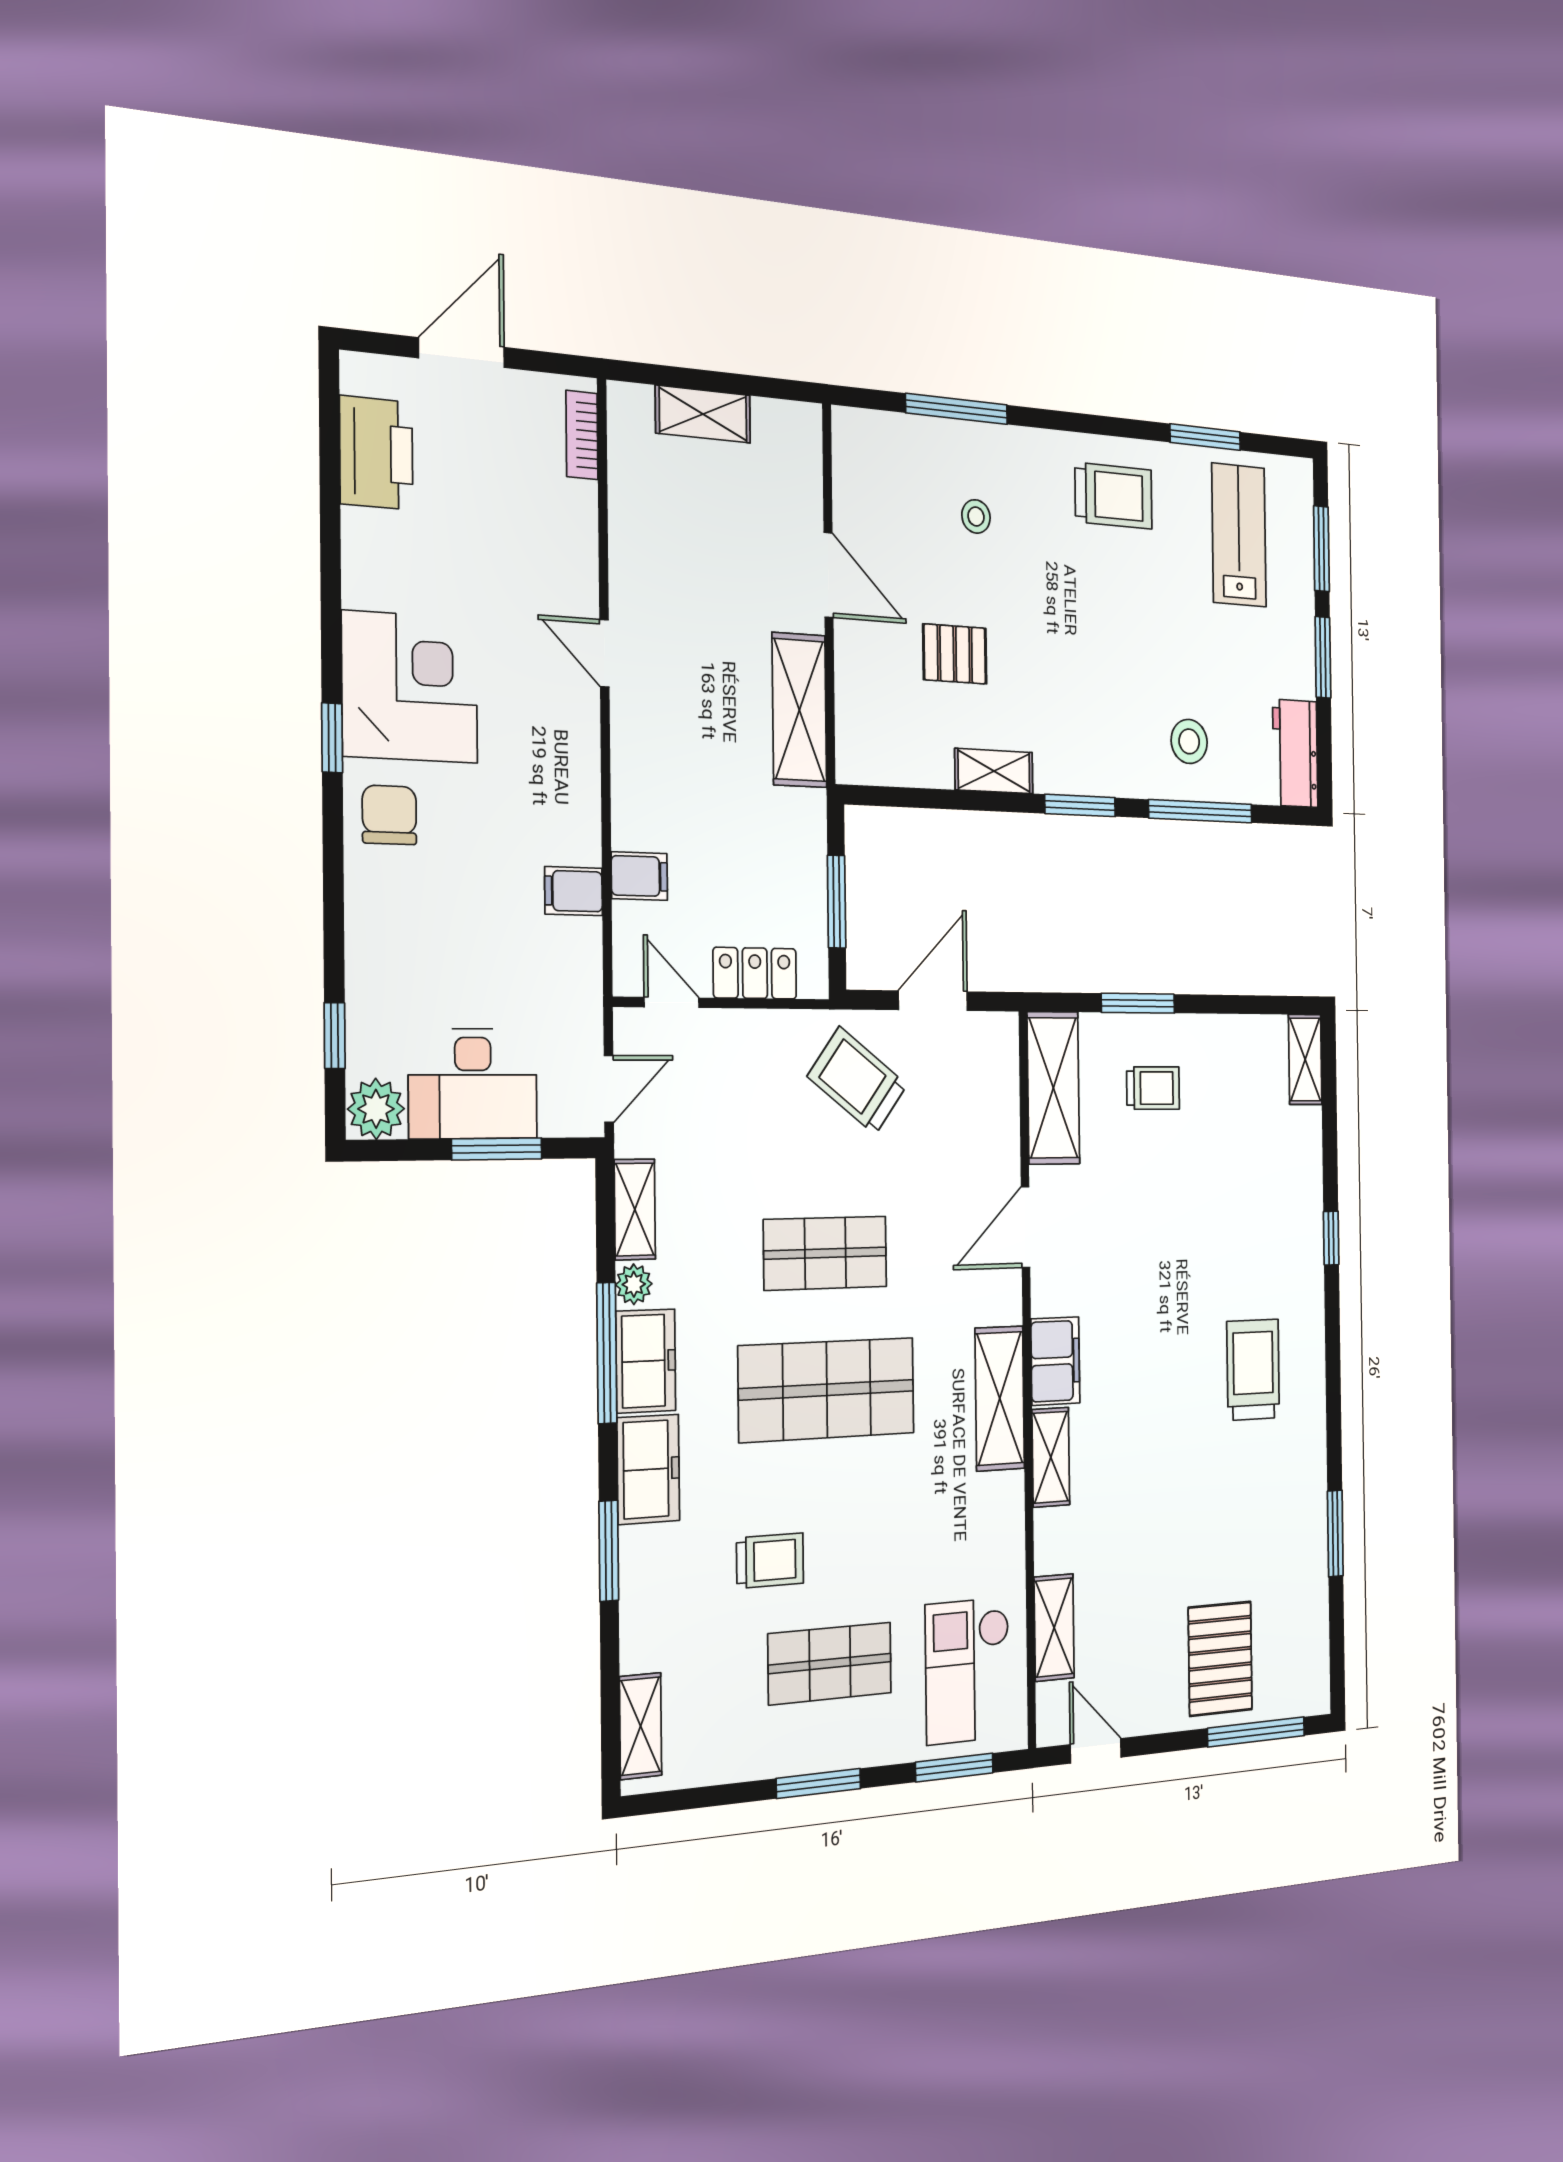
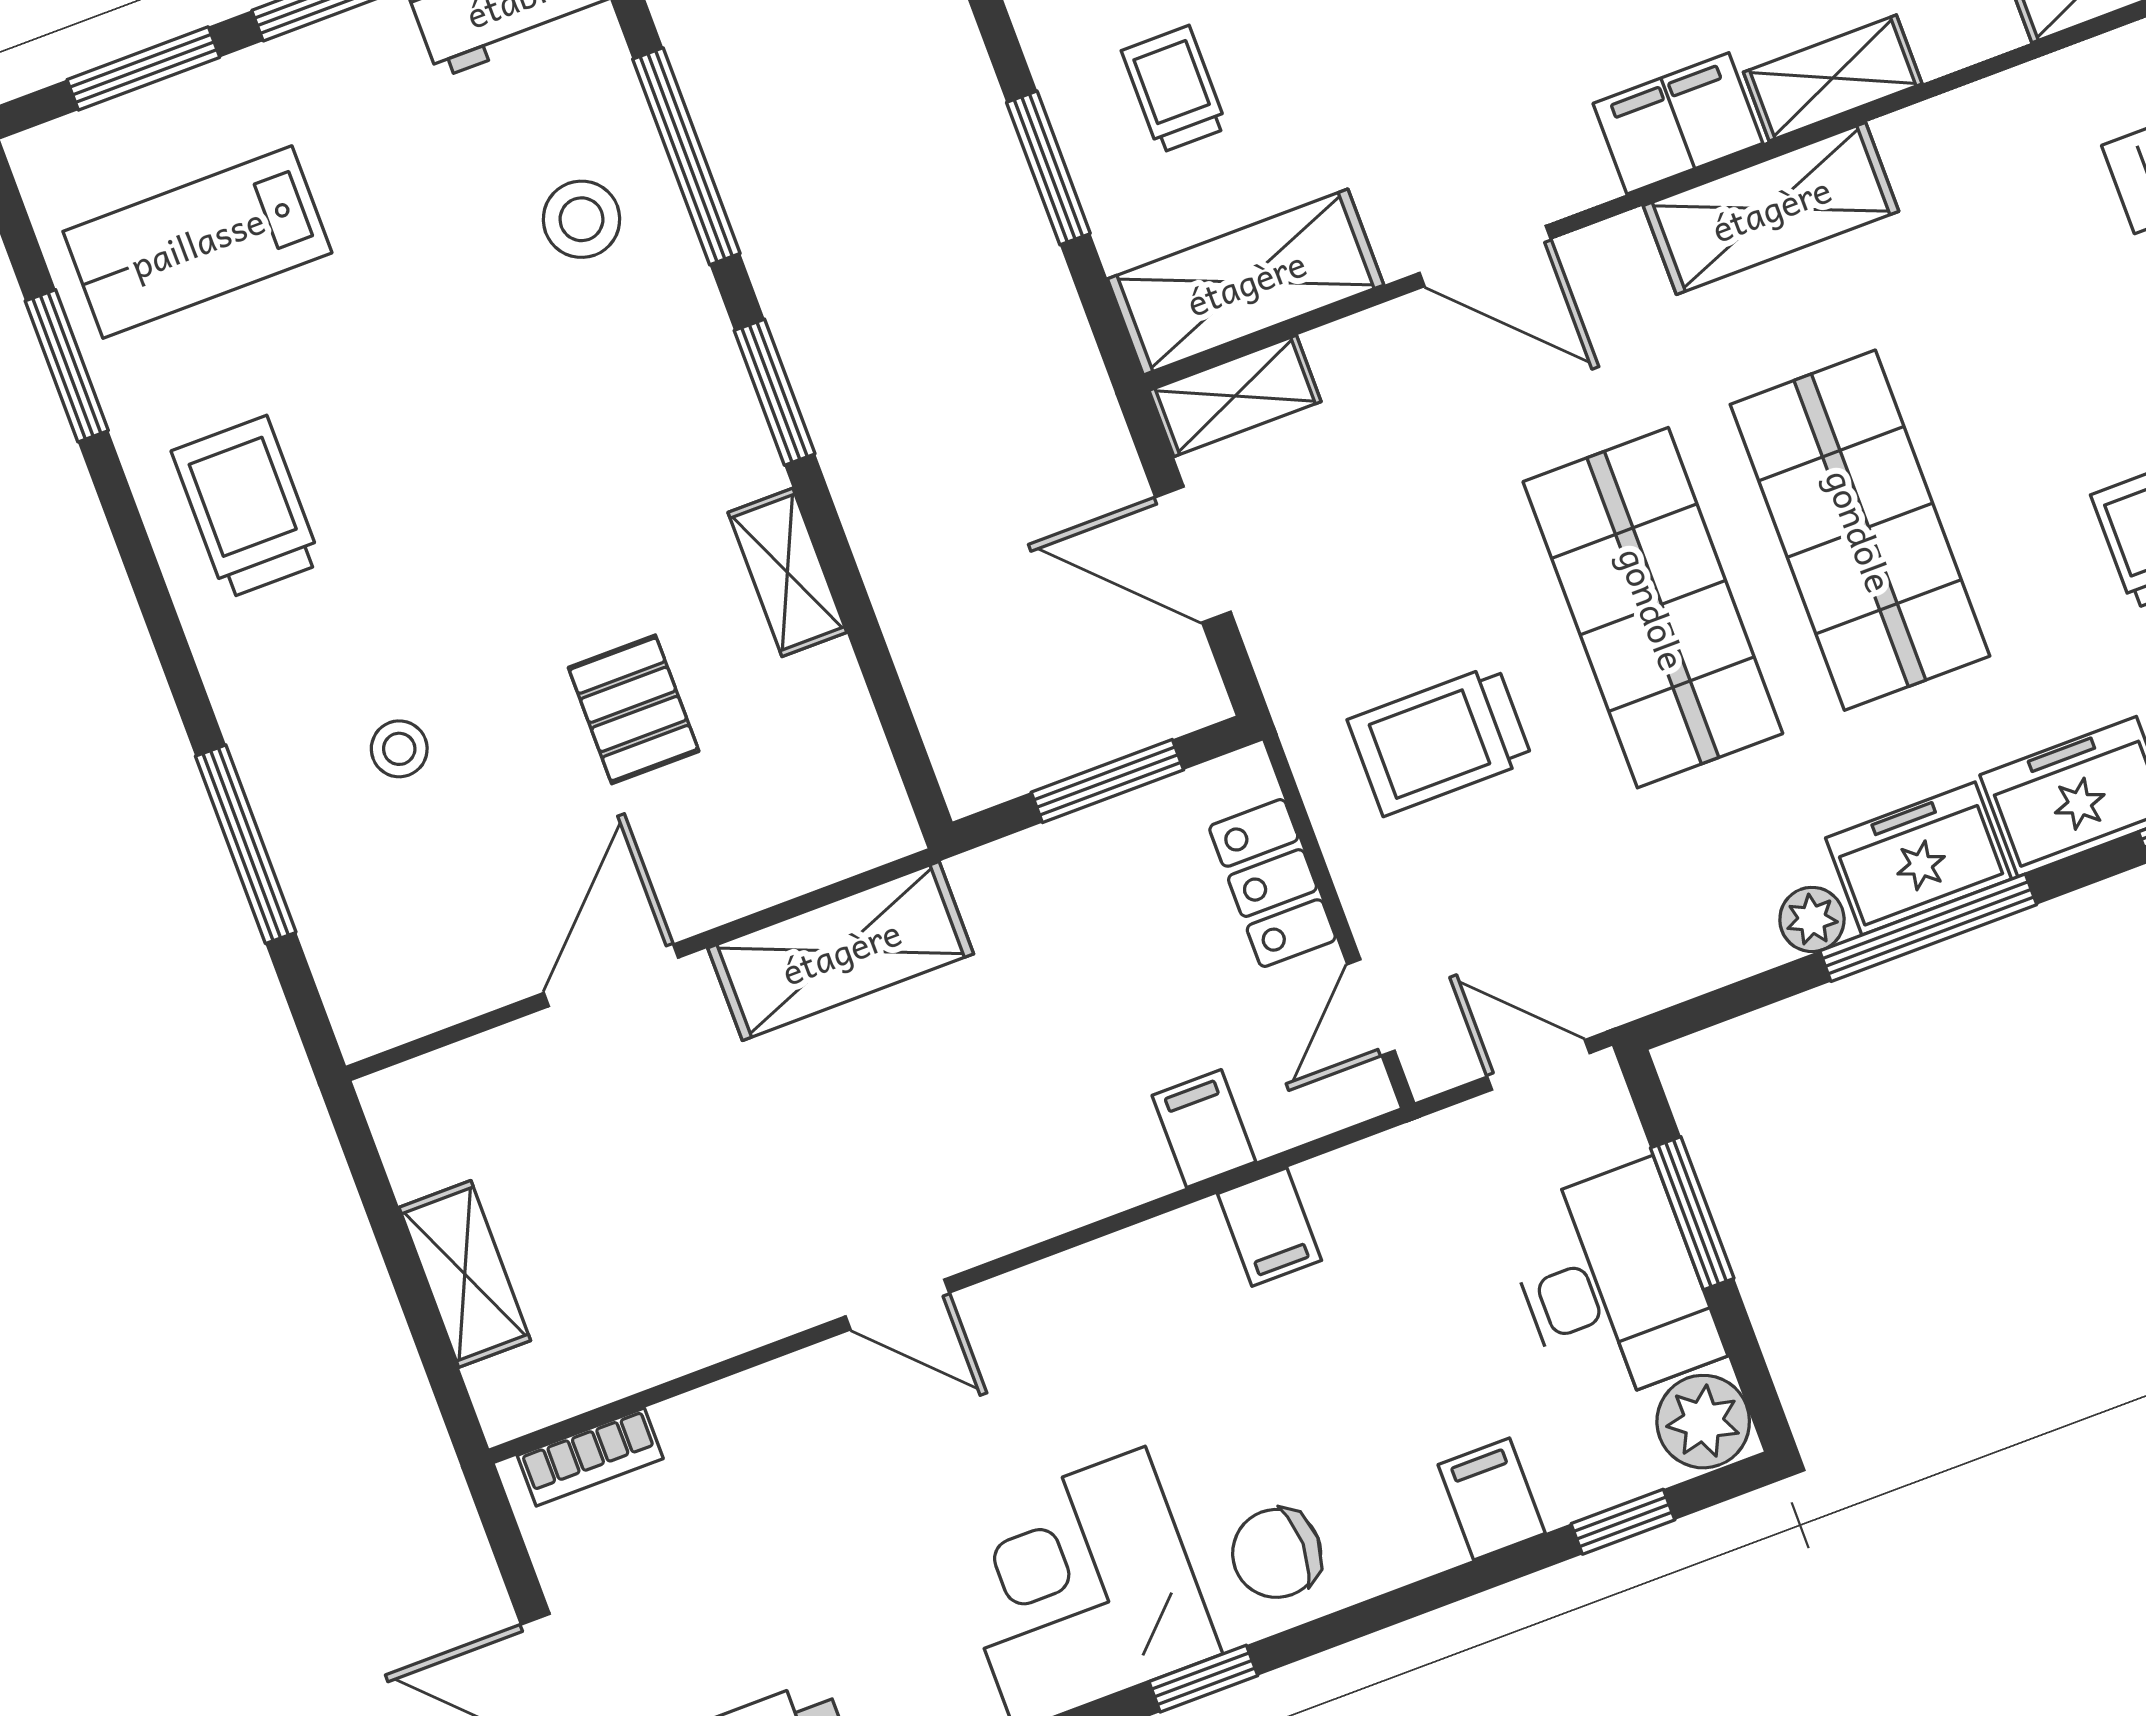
door: (604, 653) -> (897, 1305), hinge flipped
filing cabinet: (376, 960) -> (1492, 1499), added
trolley: (857, 1081) -> (1440, 740), moved, turned 53
shelving: (635, 1209) -> (1235, 396), moved
shop shelf: (825, 1253) -> (1653, 608), width x1.43, depth x1.36

